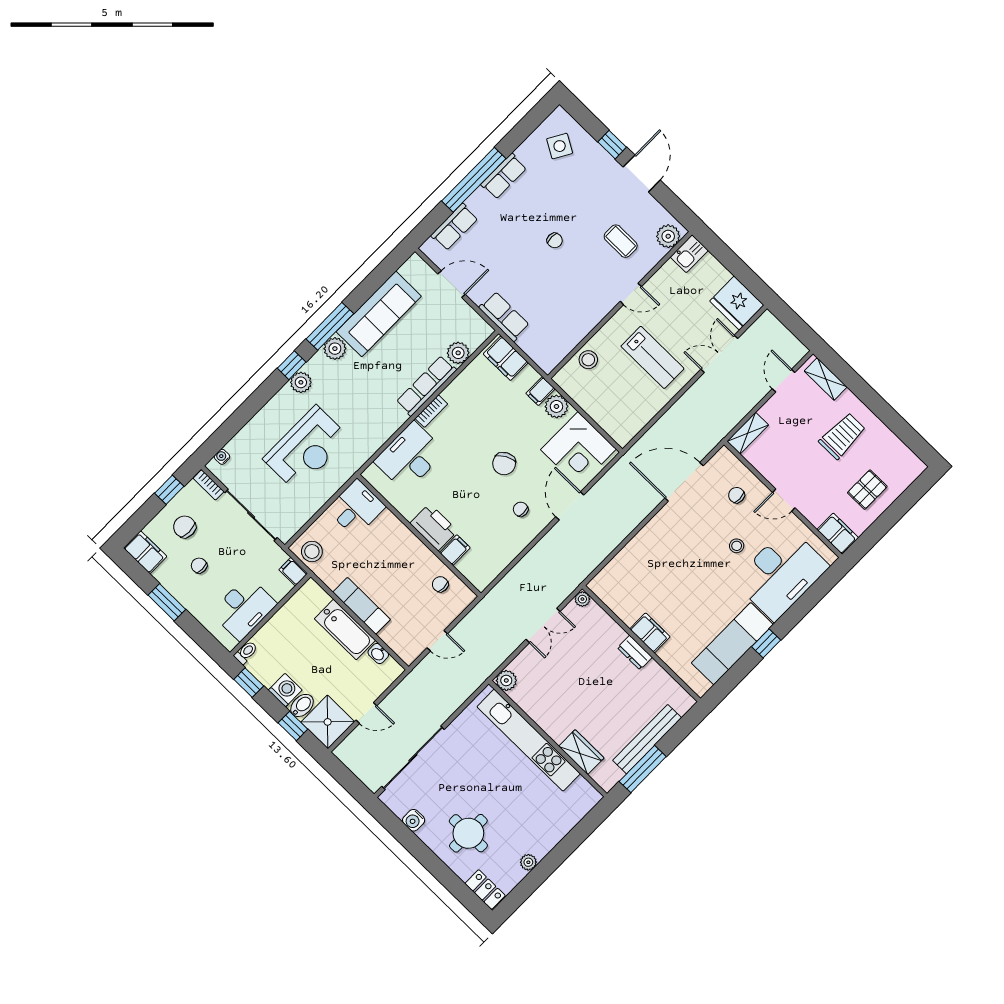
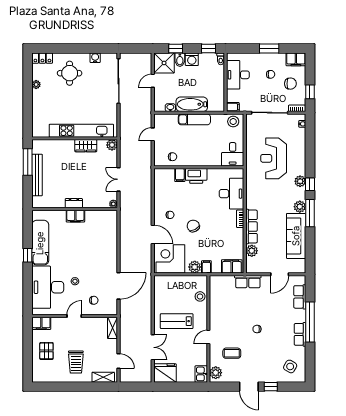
wardrobe: (581, 752) -> (86, 146), moved

